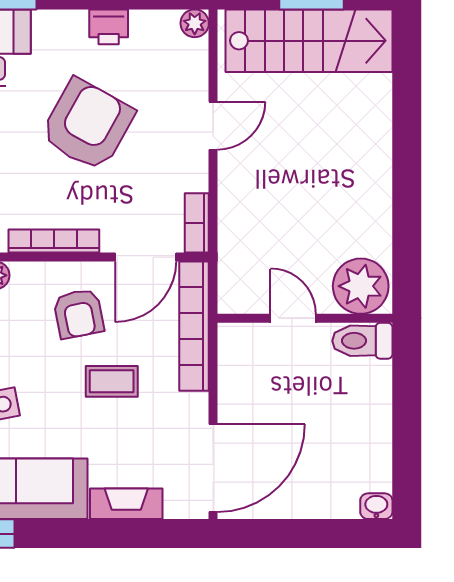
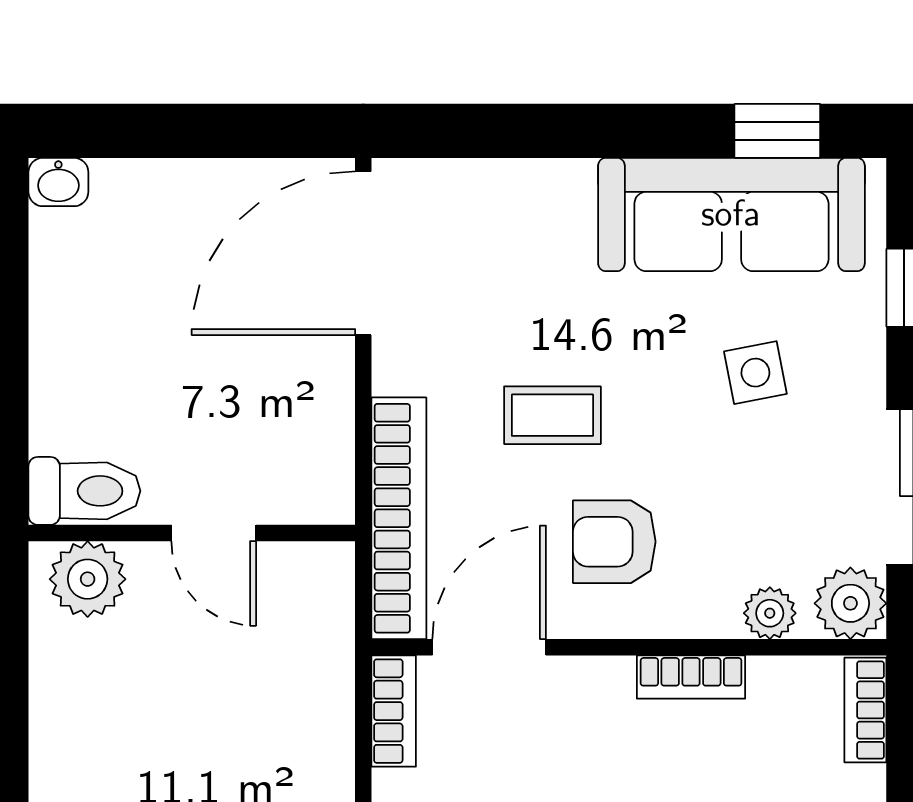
bookcase: (54, 241) -> (691, 677), width x0.64
plant: (361, 286) -> (88, 579), width x0.73, depth x0.73
armchair: (79, 314) -> (614, 542), turned -79
fireplace: (126, 504) -> (525, 187), removed

